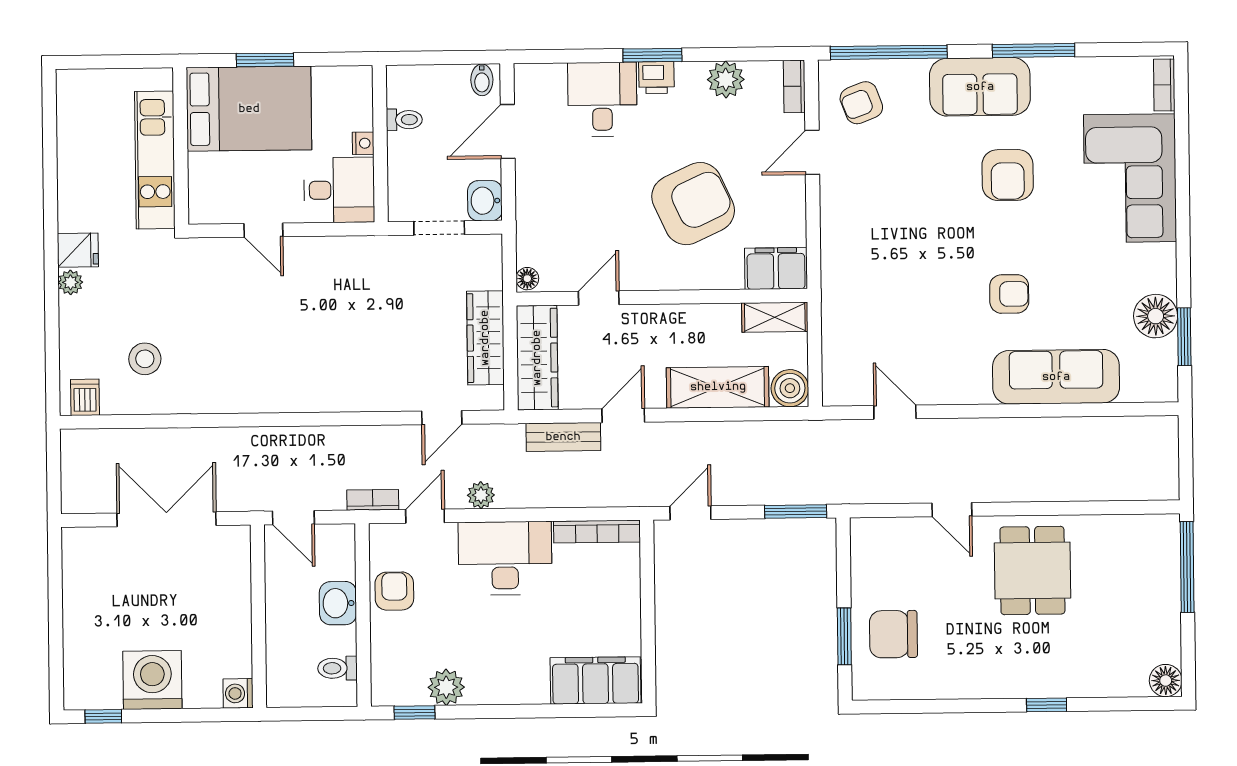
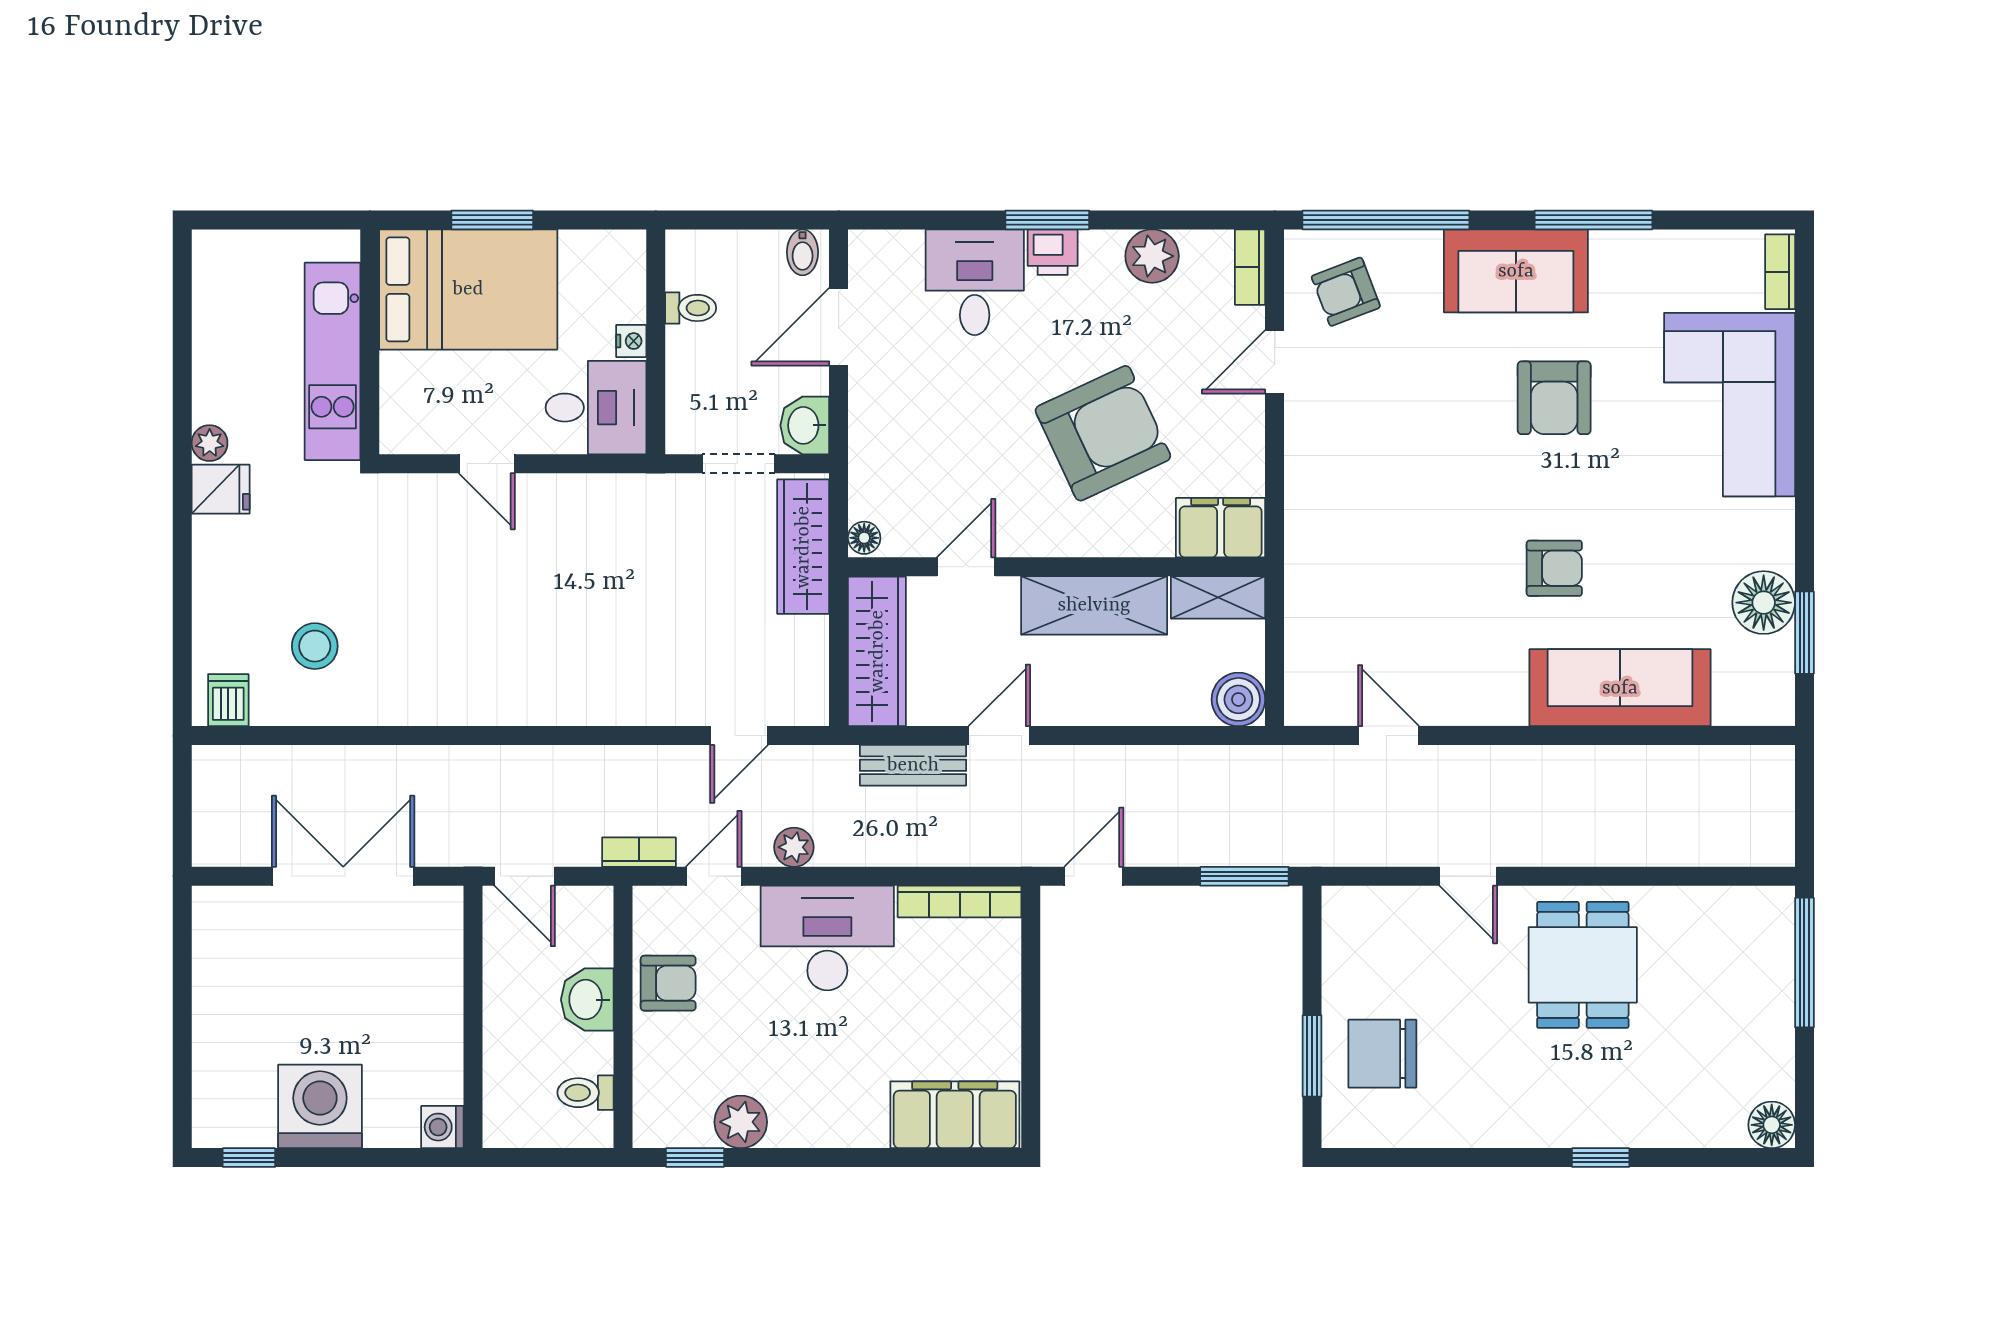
plant: (70, 282) -> (210, 443), moved
wardrobe: (485, 338) -> (803, 547), moved
shelving: (718, 387) -> (1094, 605), moved
armchair: (394, 591) -> (668, 983), turned 90

